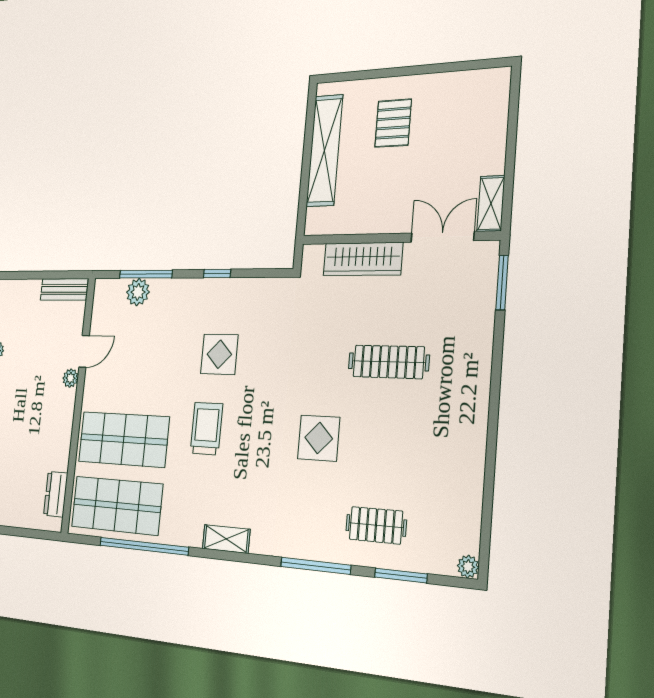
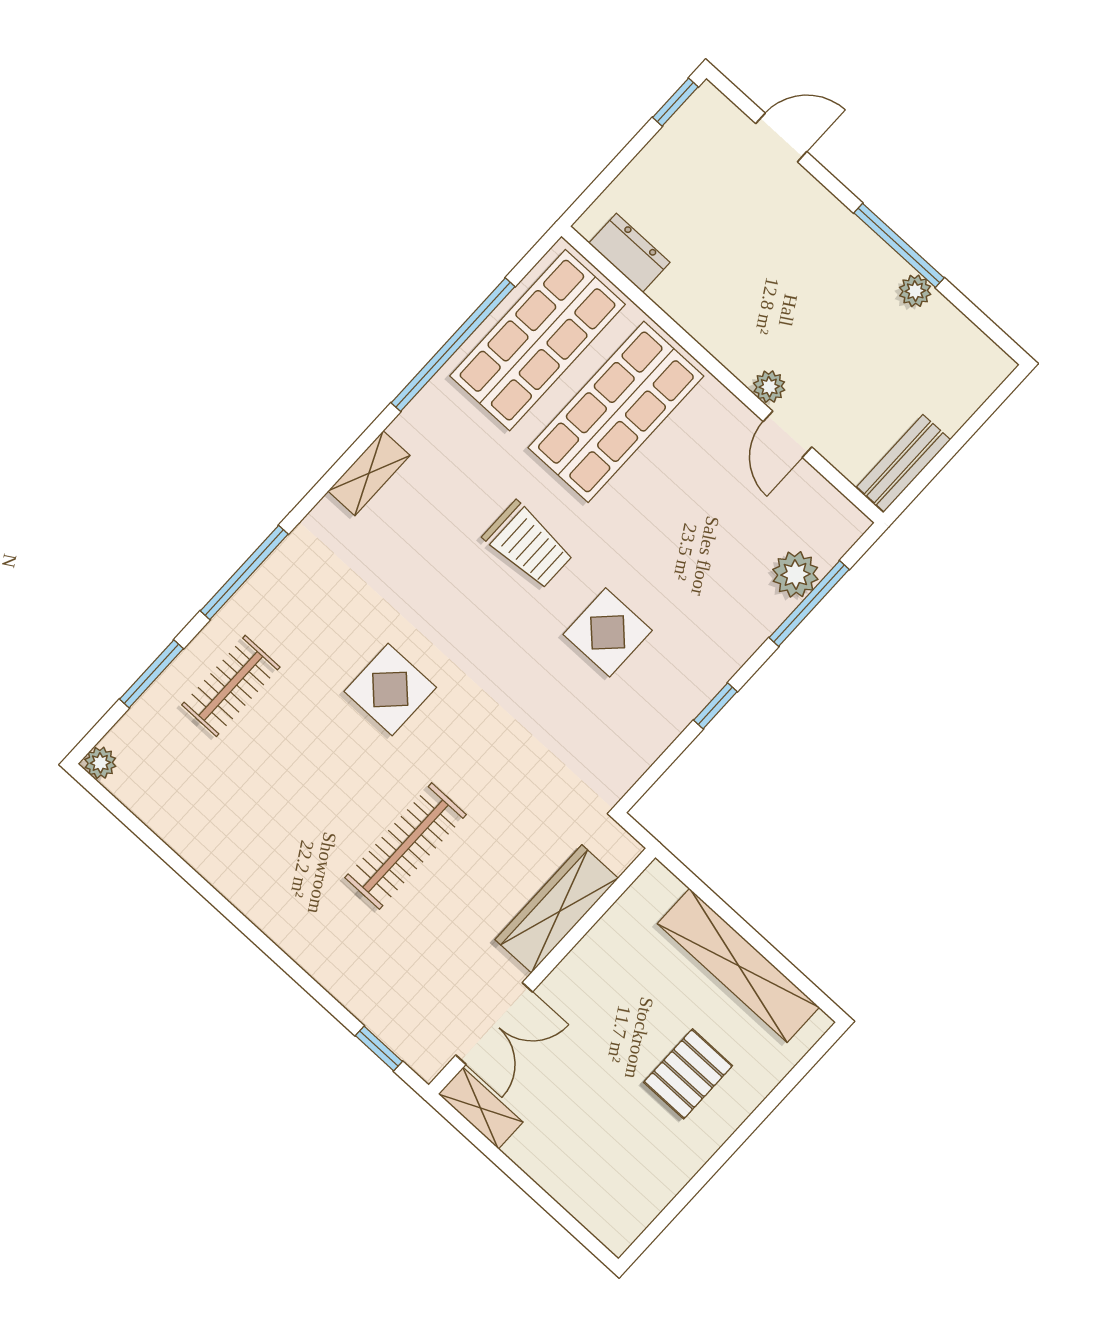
pallet: (393, 123) -> (688, 1074), turned 90
window: (502, 283) -> (379, 1049), width x0.67

